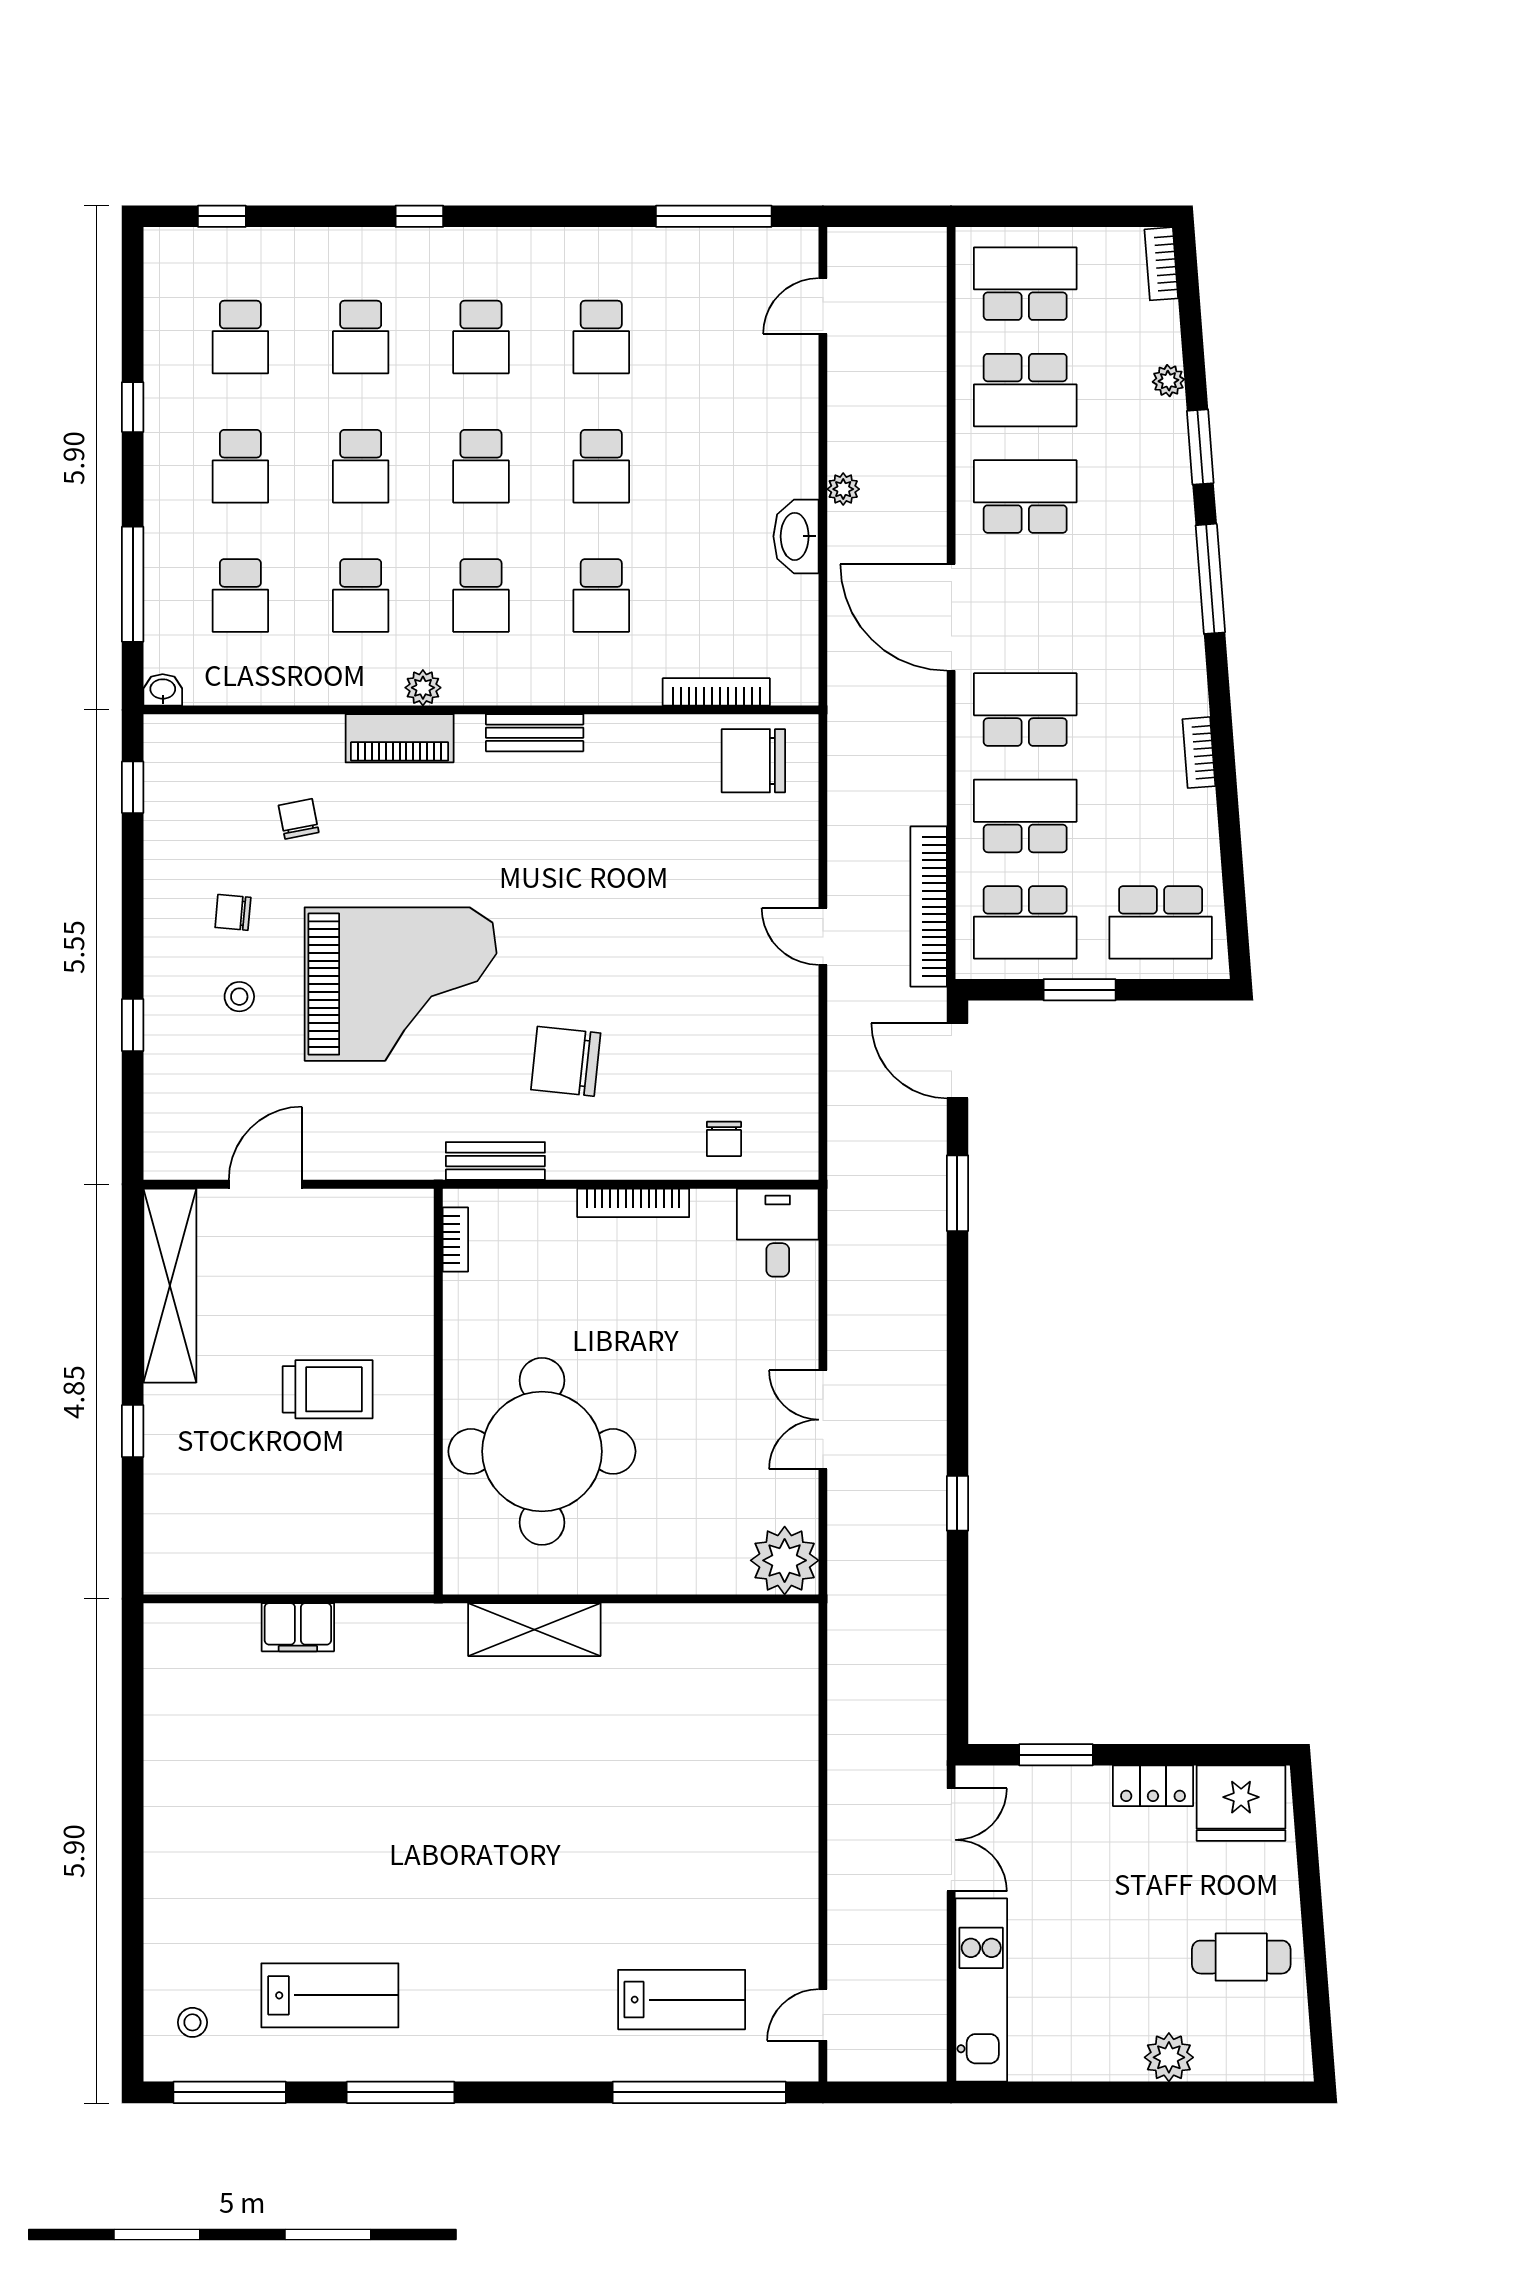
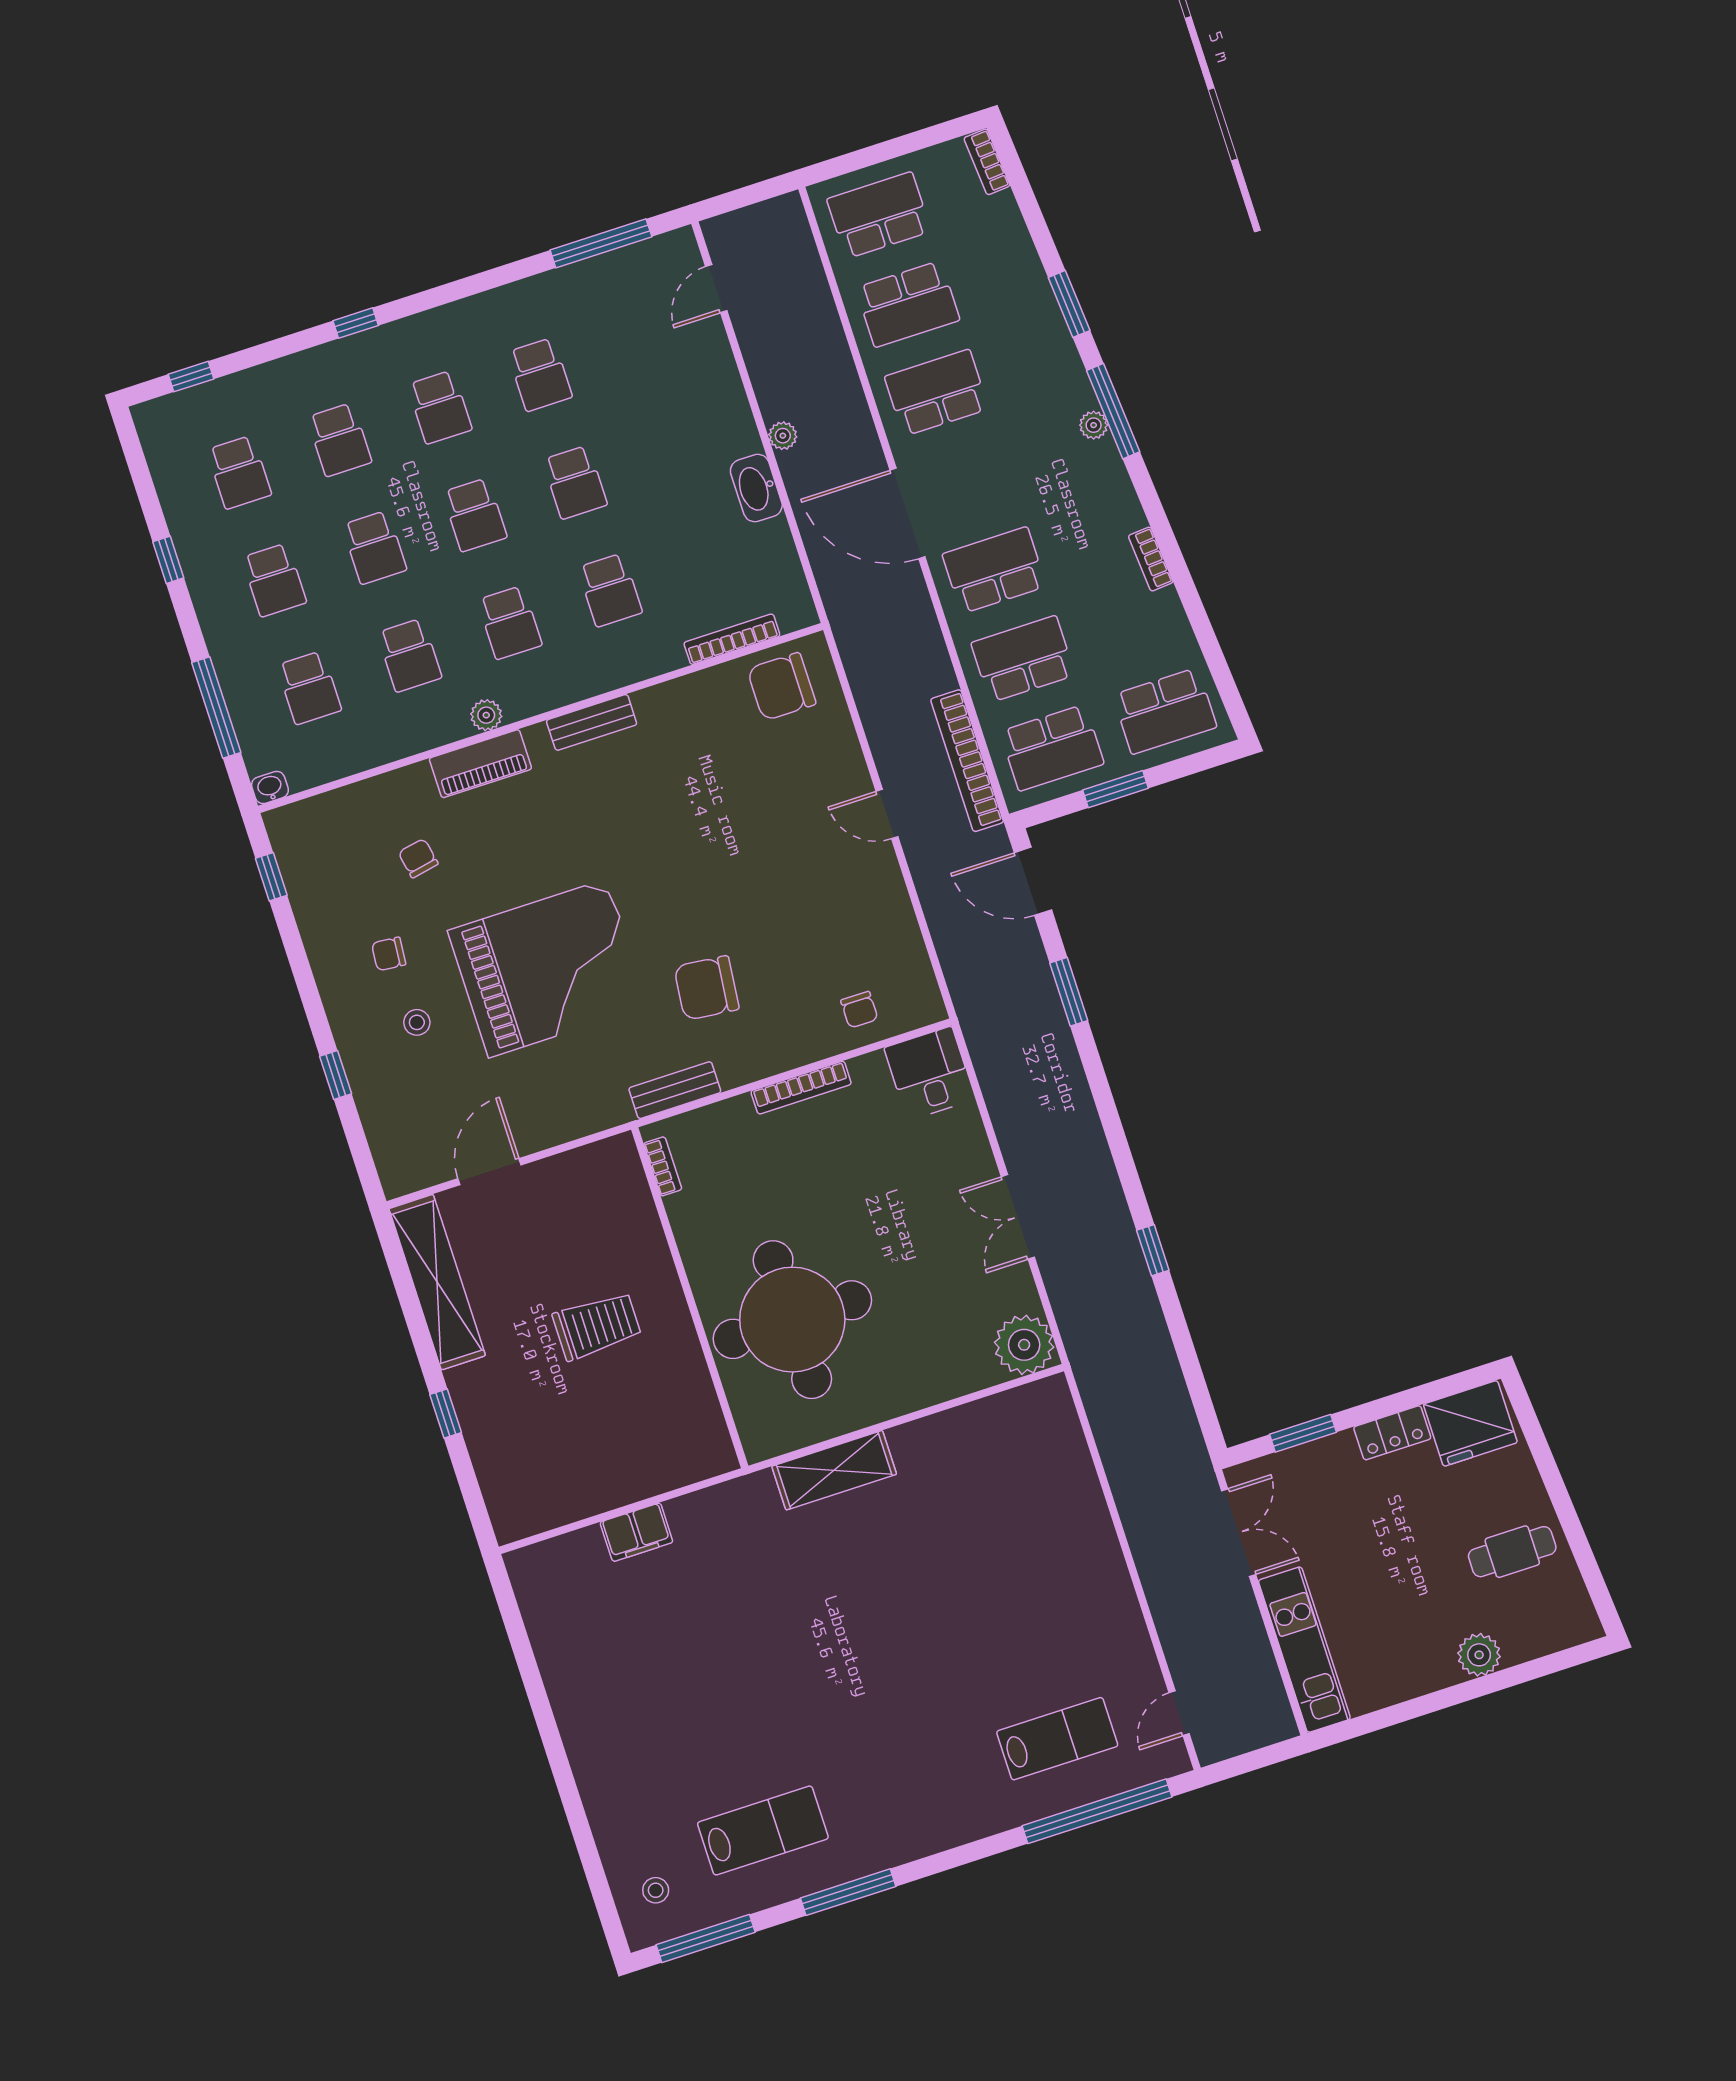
plant: (1168, 381) -> (1094, 425), moved

